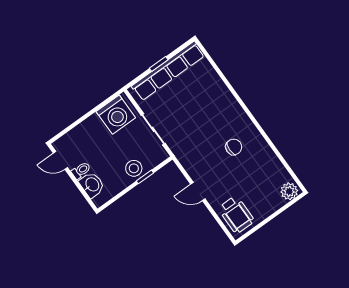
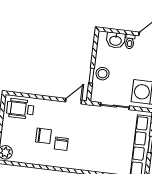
chair: (241, 170) -> (43, 136), added
door: (198, 192) -> (74, 101), moved

